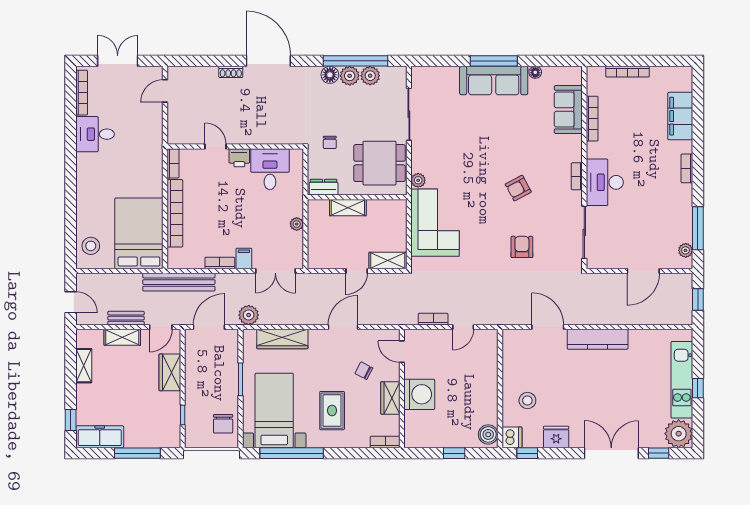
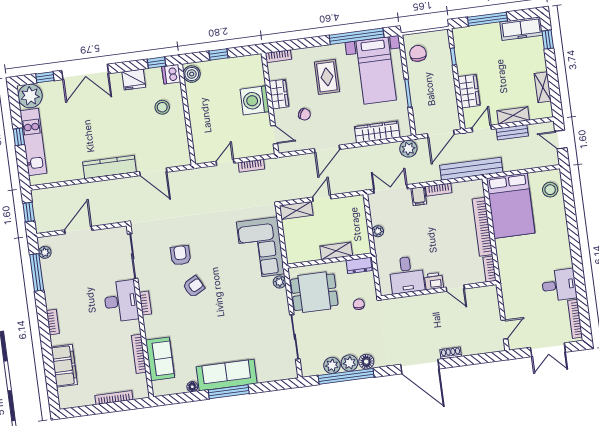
armchair: (522, 247) -> (180, 255), moved, turned 180

